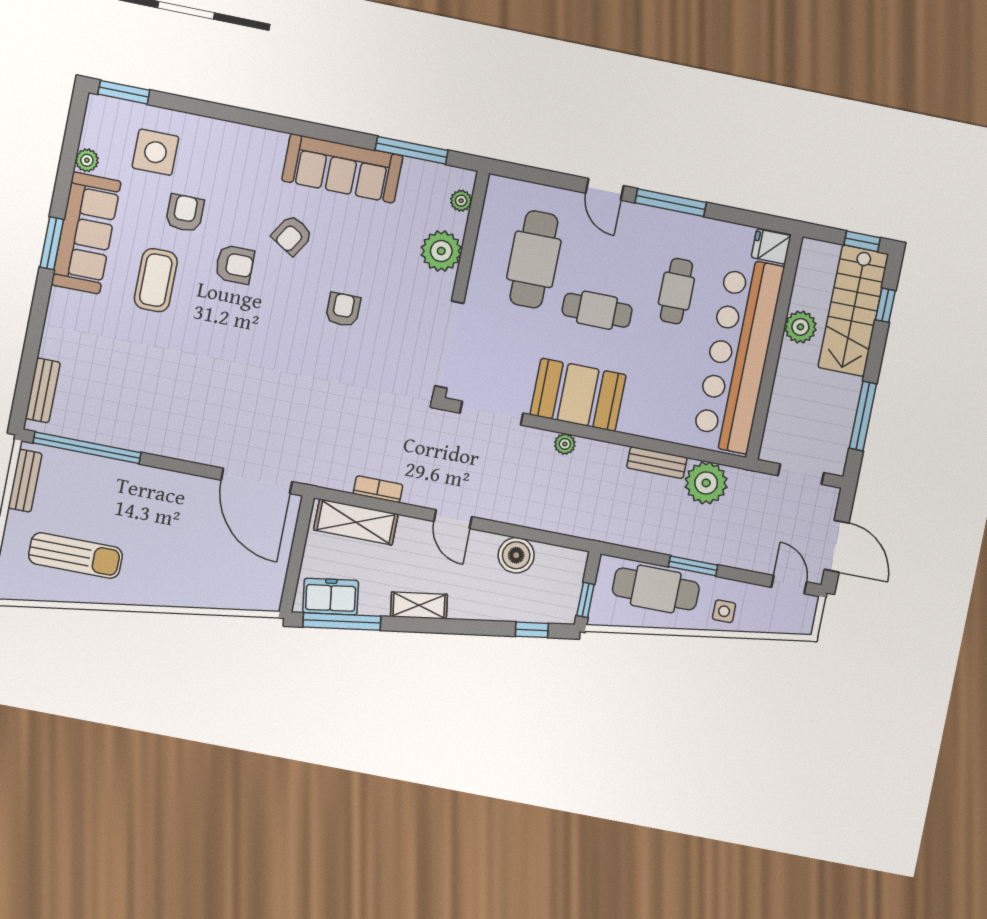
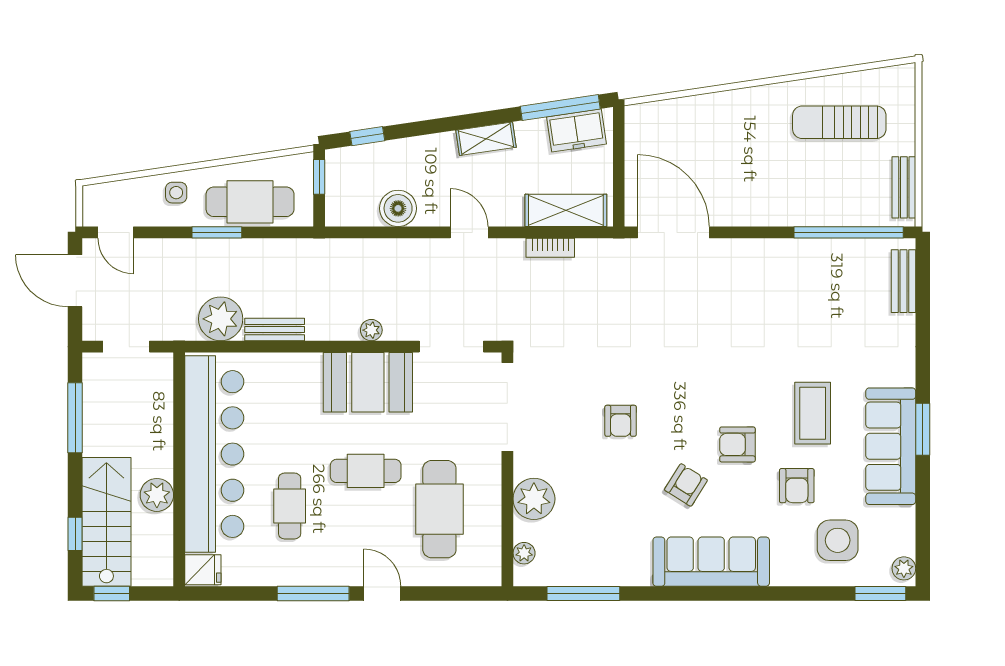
plant: (87, 160) -> (904, 568), moved
sofa: (342, 168) -> (711, 562), moved

